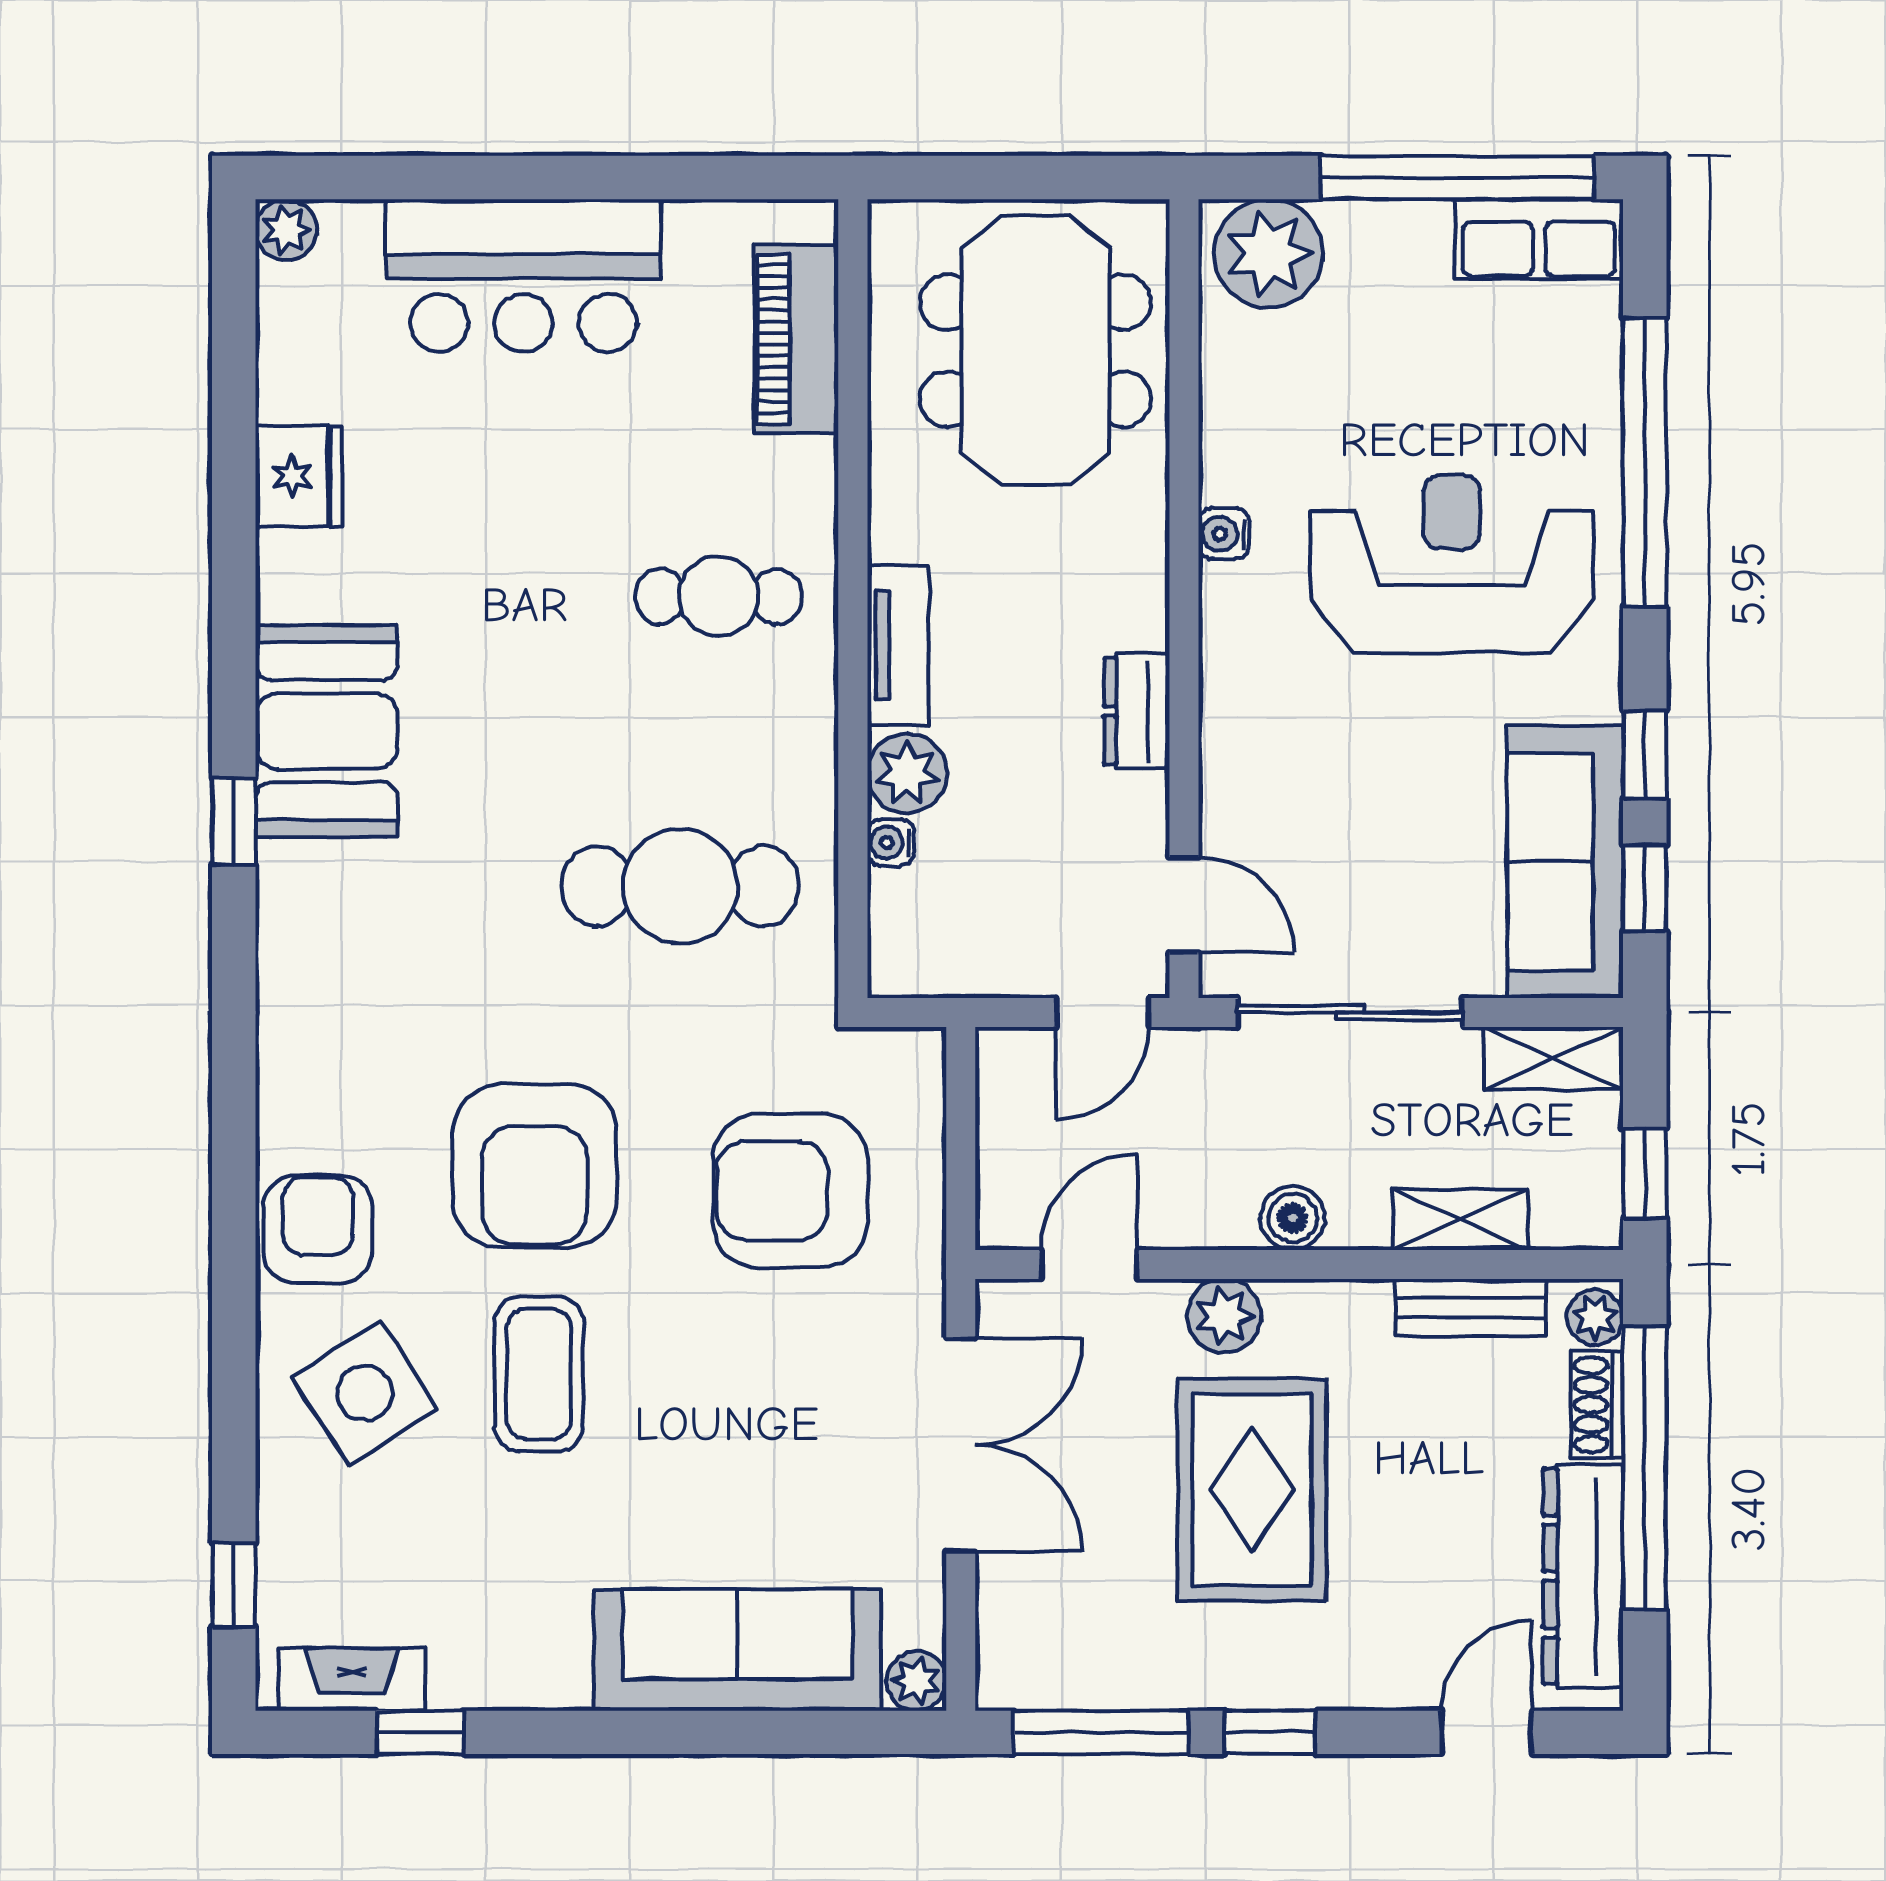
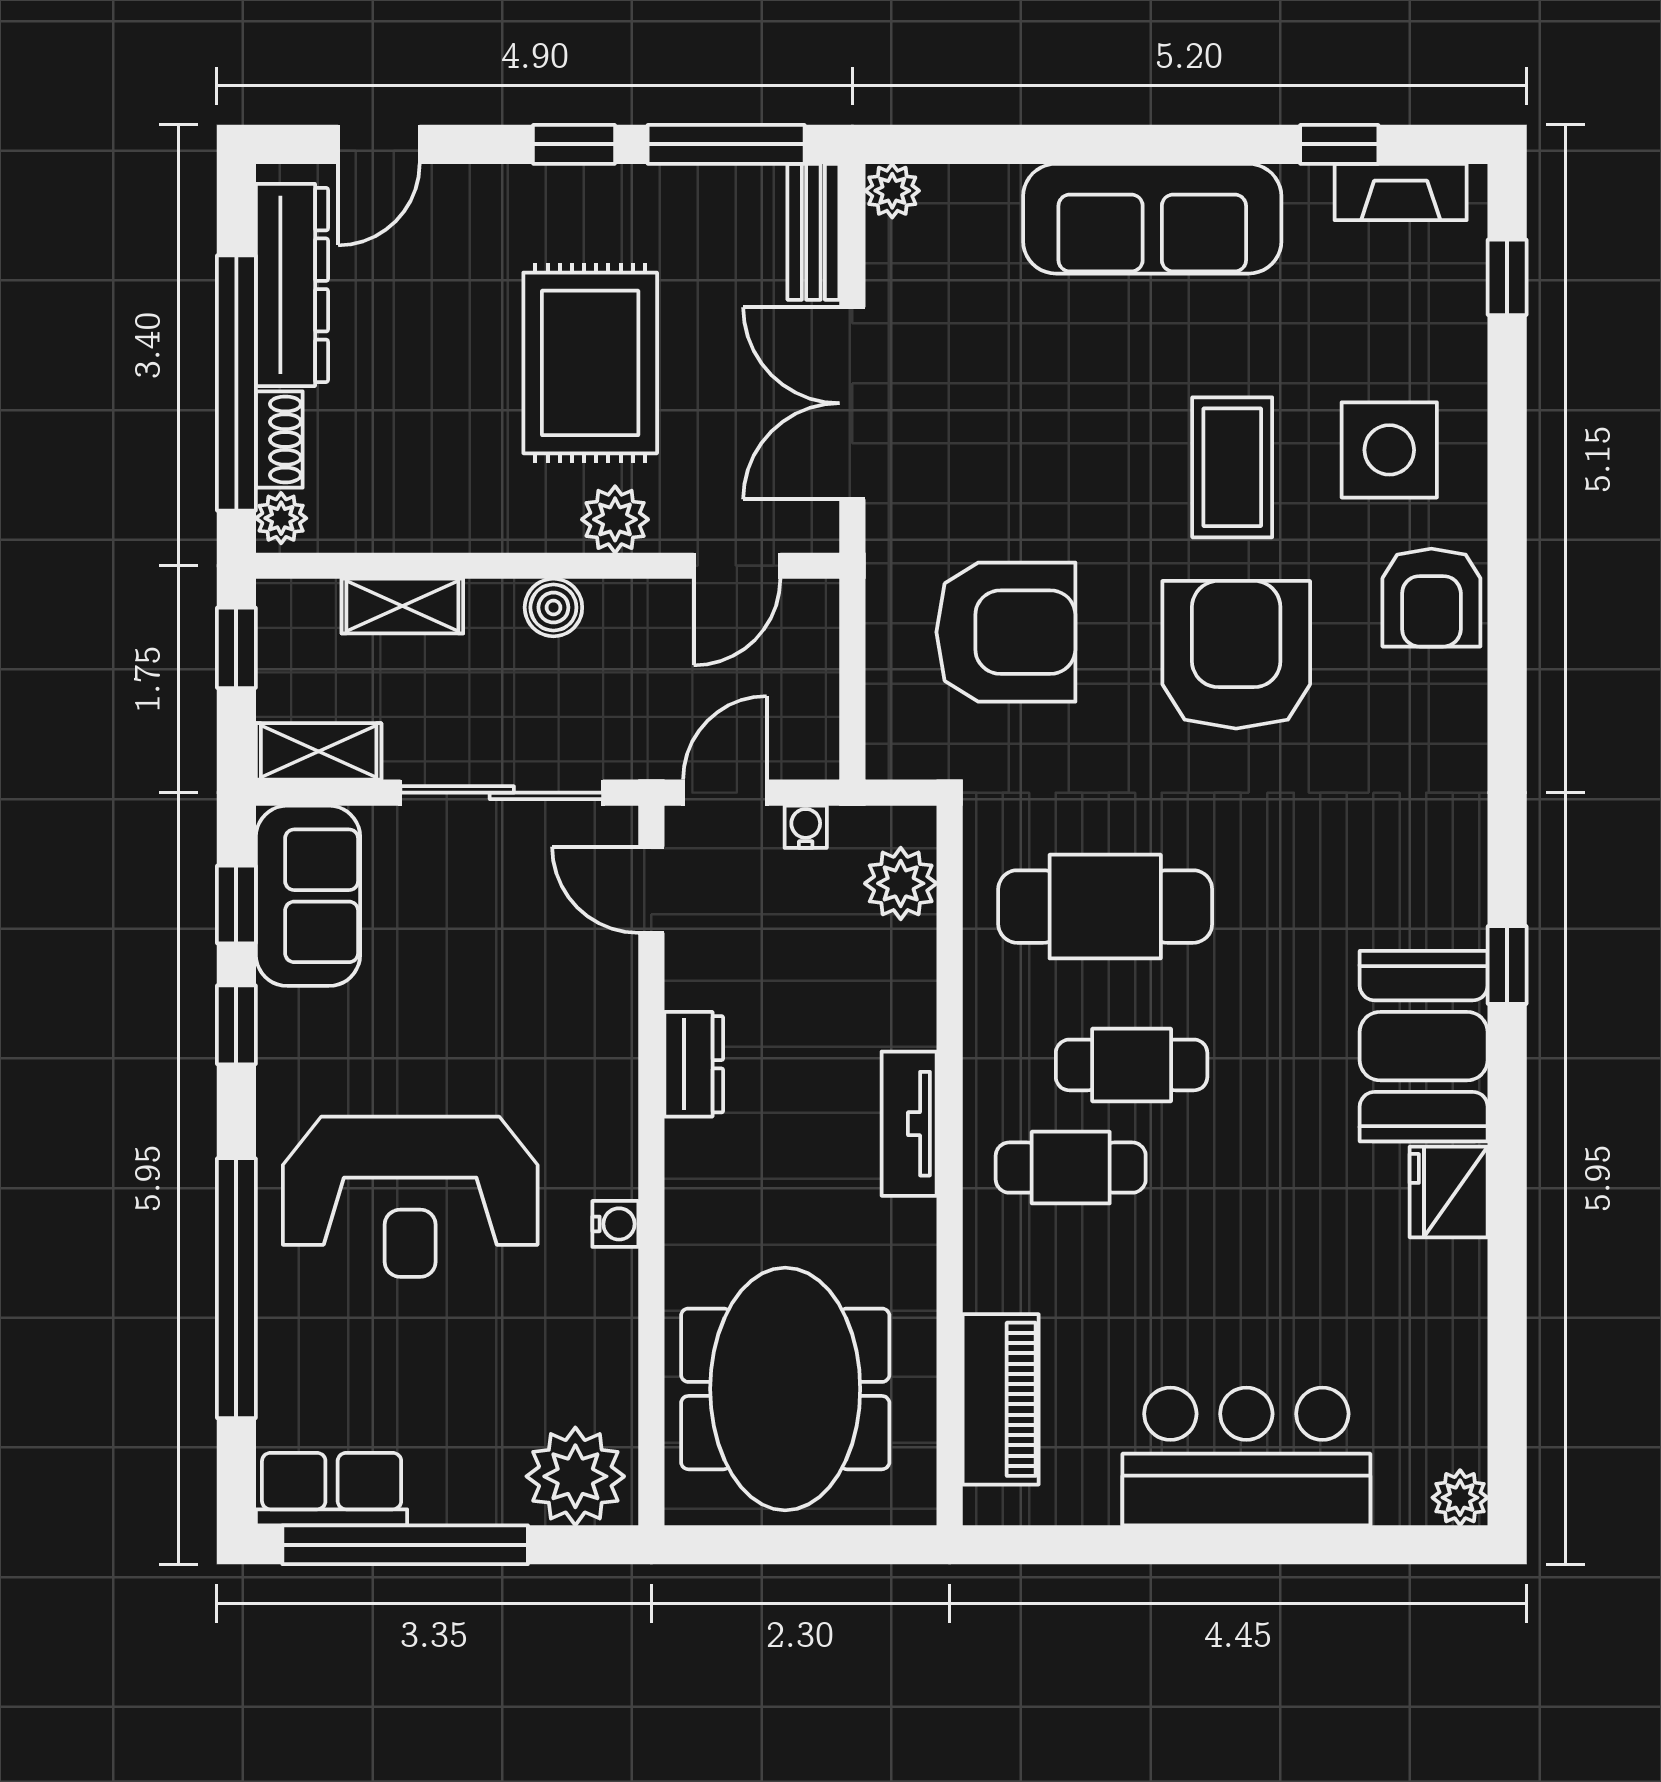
fridge: (299, 476) -> (1449, 1192), moved
cafe table: (651, 710) -> (1132, 1065), added
plant: (907, 773) -> (901, 883), moved
water cooler: (891, 843) -> (806, 827), moved, turned -90
sofa: (1565, 862) -> (308, 896), width x0.73
bench: (1470, 1308) -> (813, 232), moved, turned 90
side table: (365, 1393) -> (1389, 450), turned 33
sofa: (737, 1650) -> (1152, 219), moved

